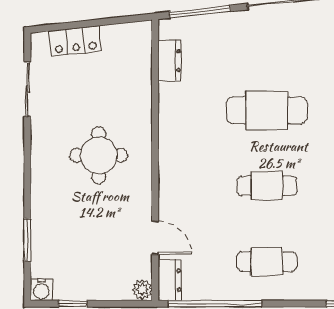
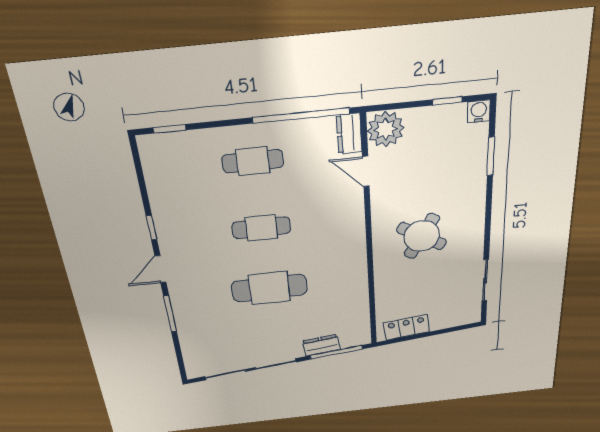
locker: (75, 41) -> (407, 327), moved
dresser: (170, 61) -> (321, 345), moved, turned 84
round table: (99, 155) -> (422, 236), turned 31
plant: (142, 289) -> (386, 129), width x1.88, depth x1.88

